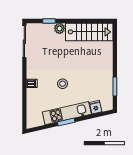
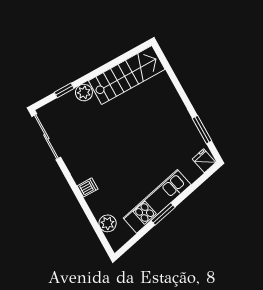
stool: (63, 84) -> (129, 165), removed
fridge: (96, 107) -> (204, 161), moved
plant: (32, 110) -> (108, 223), added

